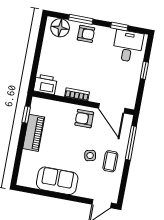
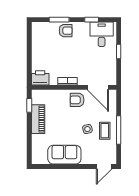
floor lamp: (60, 28) -> (44, 30), removed
window: (131, 143) -> (119, 130), moved

